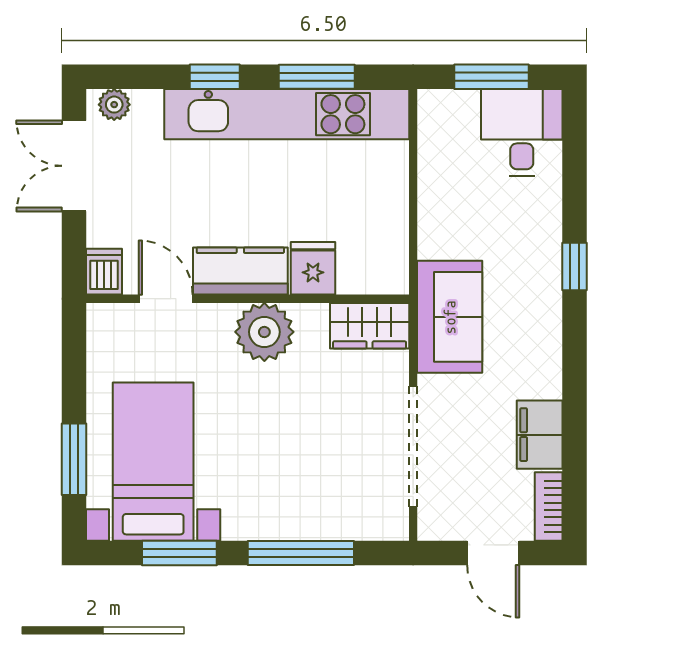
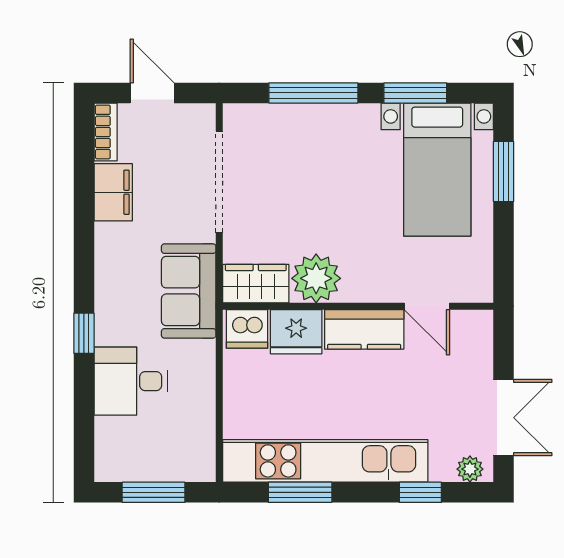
window: (215, 77) -> (420, 492), moved
desk: (522, 133) -> (131, 381), moved, turned 90
fridge: (313, 268) -> (296, 332), width x1.38
dishwasher: (104, 272) -> (247, 329), moved, width x1.38
plant: (264, 332) -> (316, 278), moved

